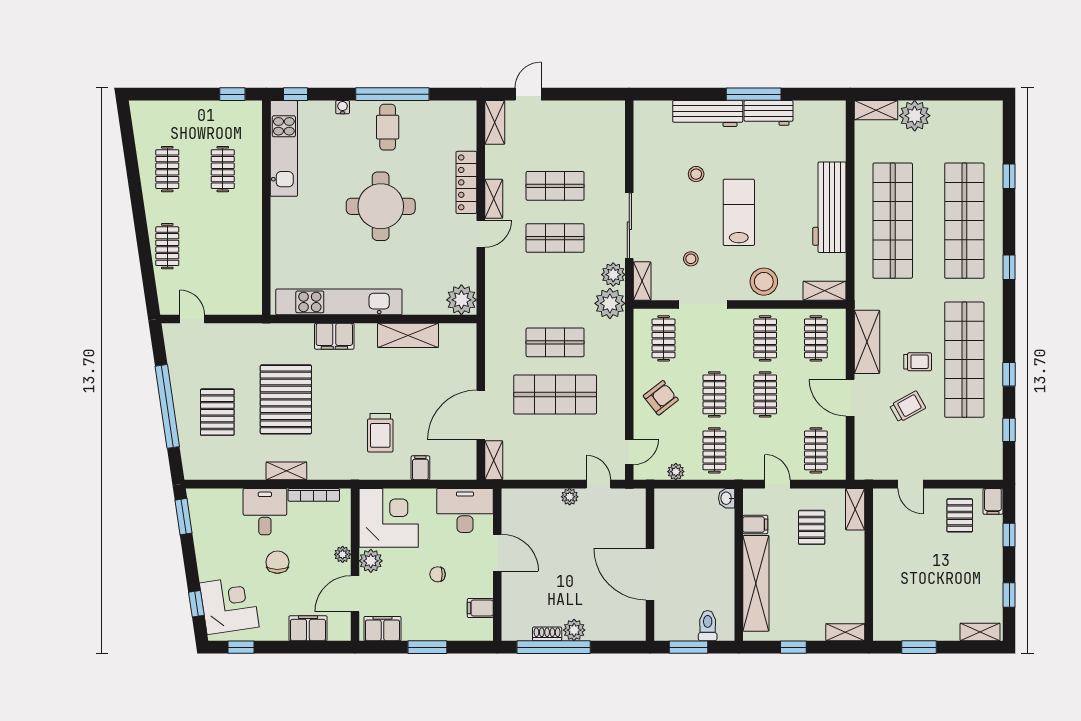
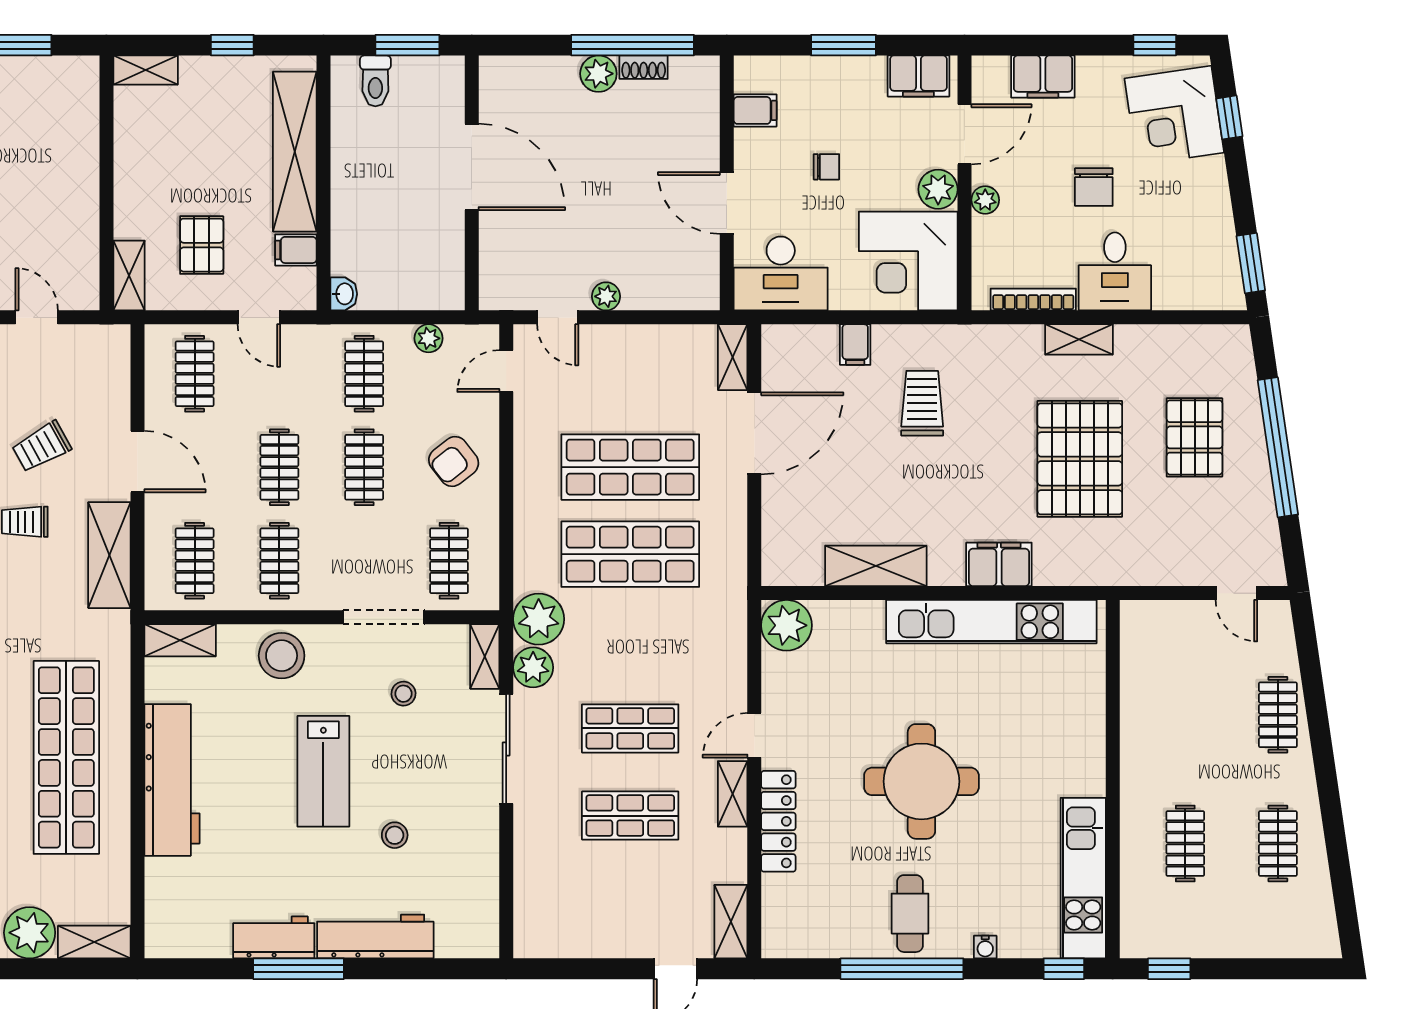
shop shelf: (555, 342) -> (630, 554), width x1.43, depth x1.36

